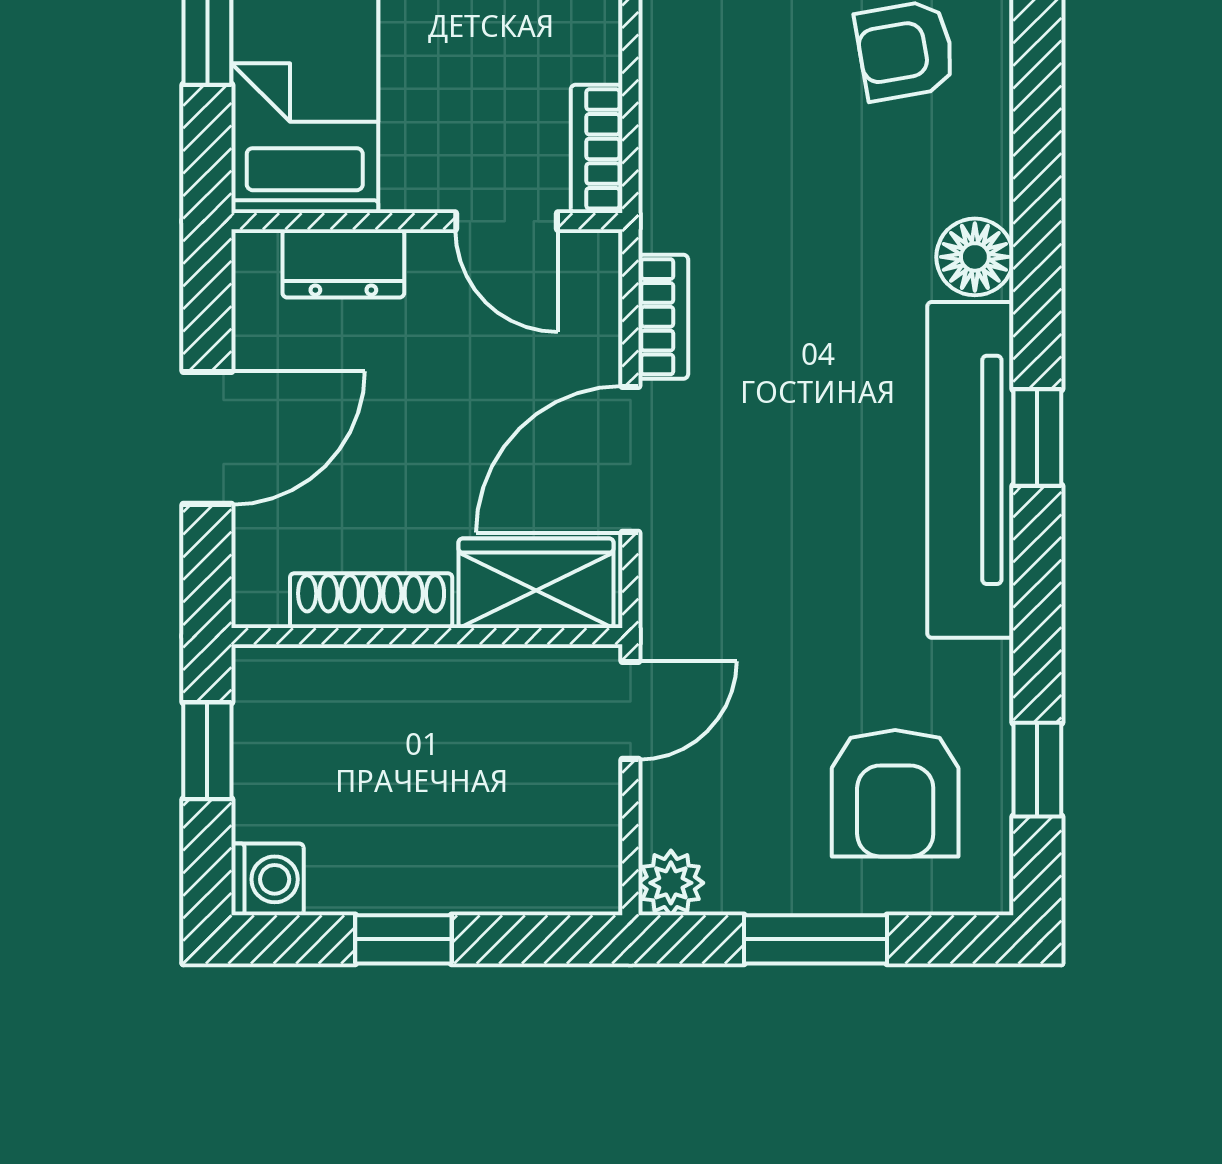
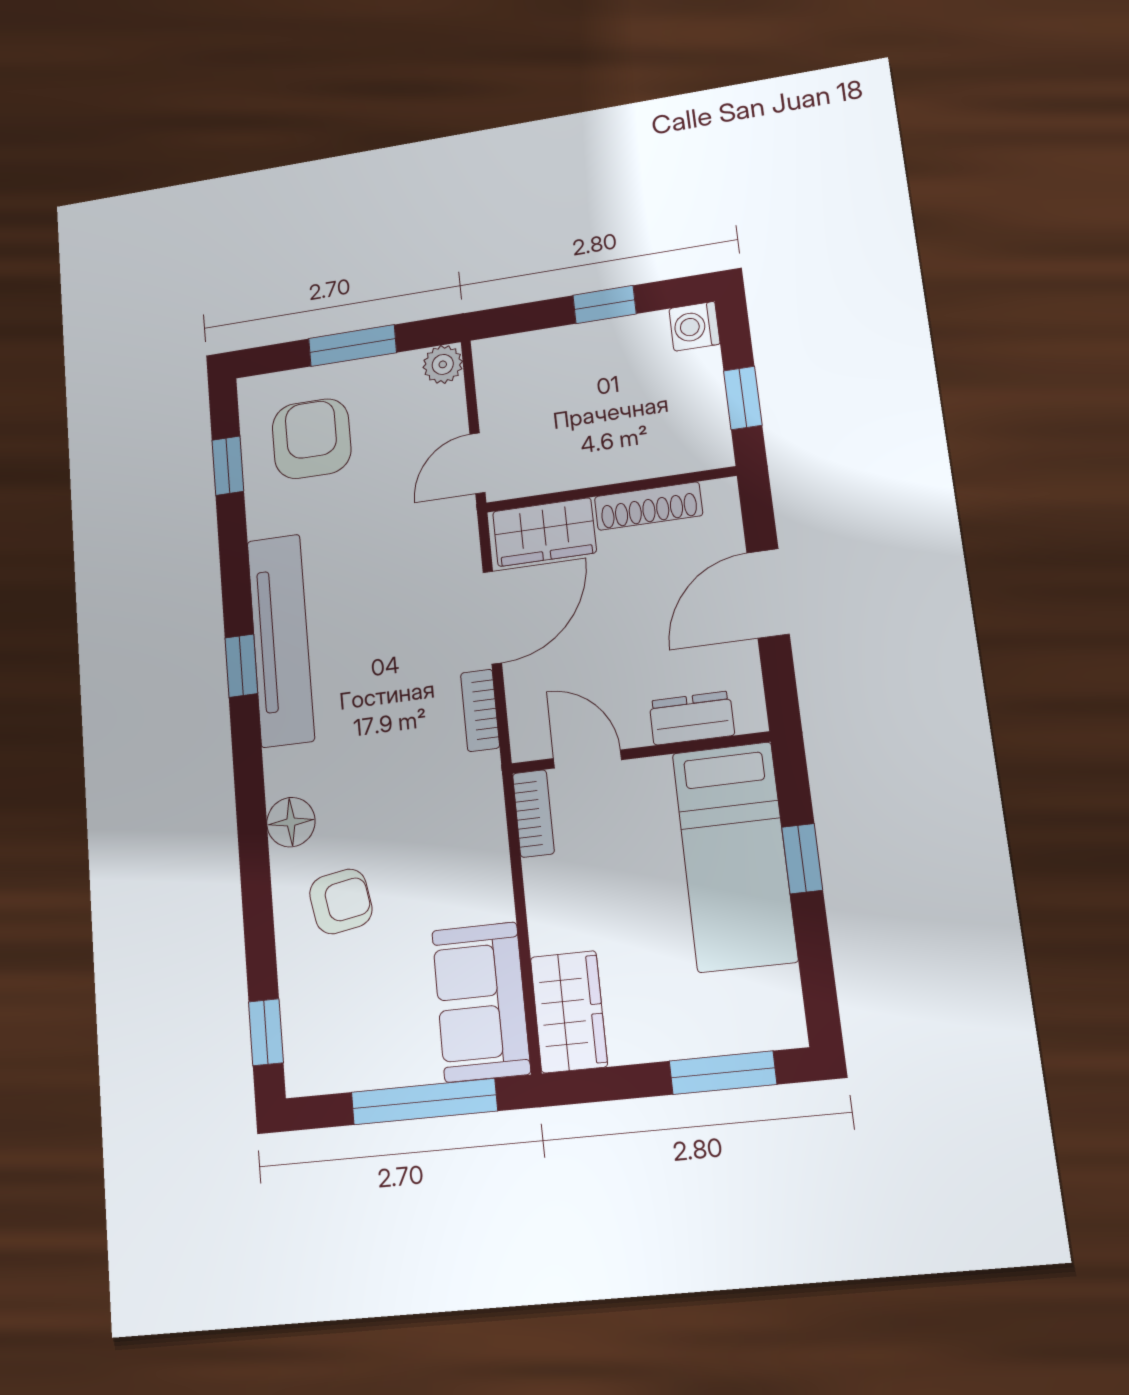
floor lamp: (975, 257) -> (291, 822), moved

